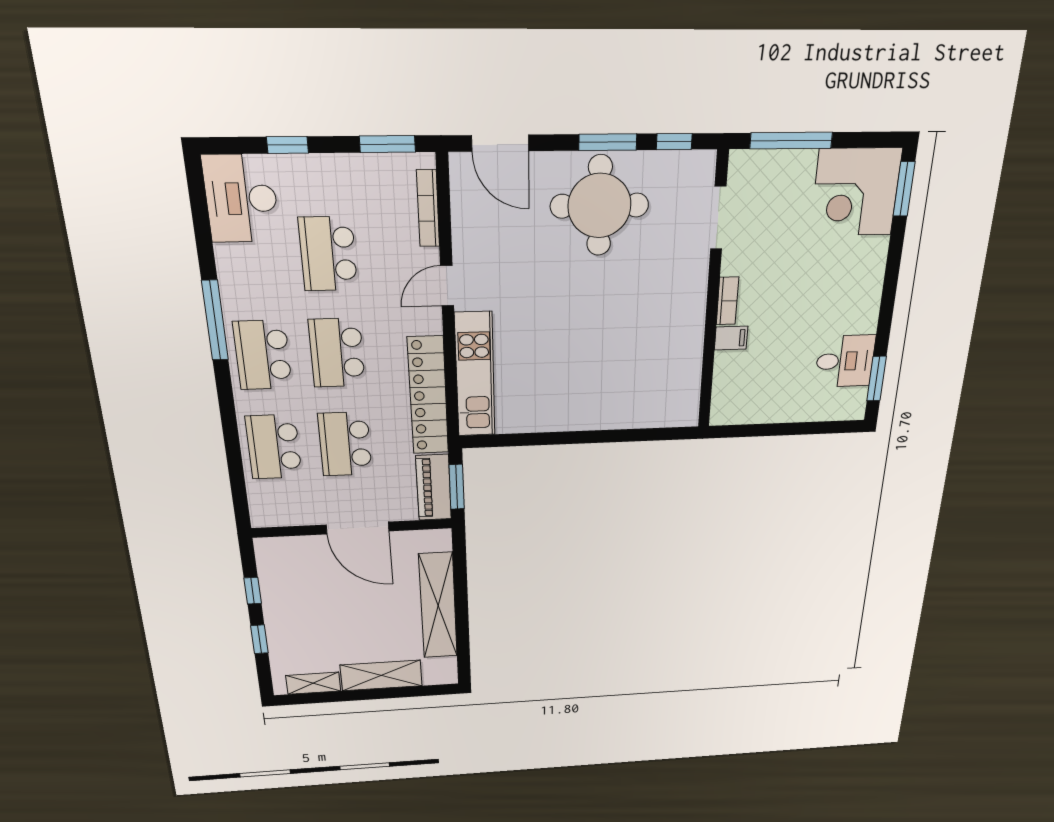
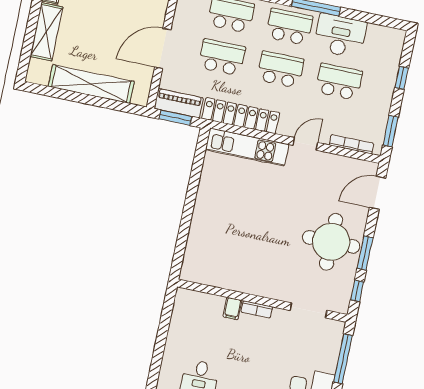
desk: (241, 199) -> (340, 36), moved
door: (447, 286) -> (305, 144), hinge flipped

